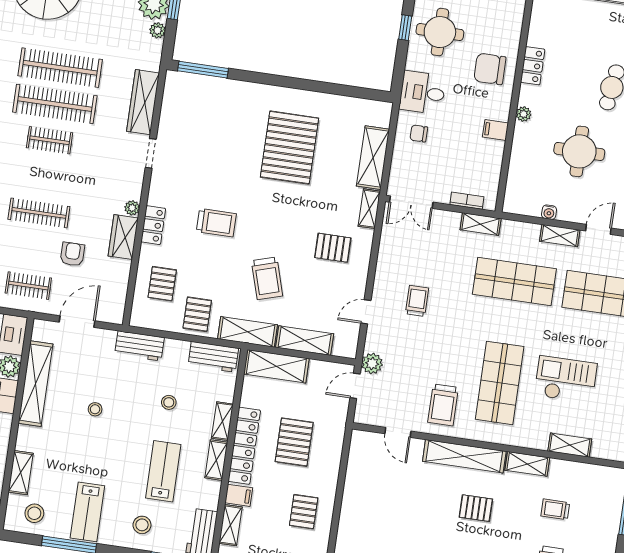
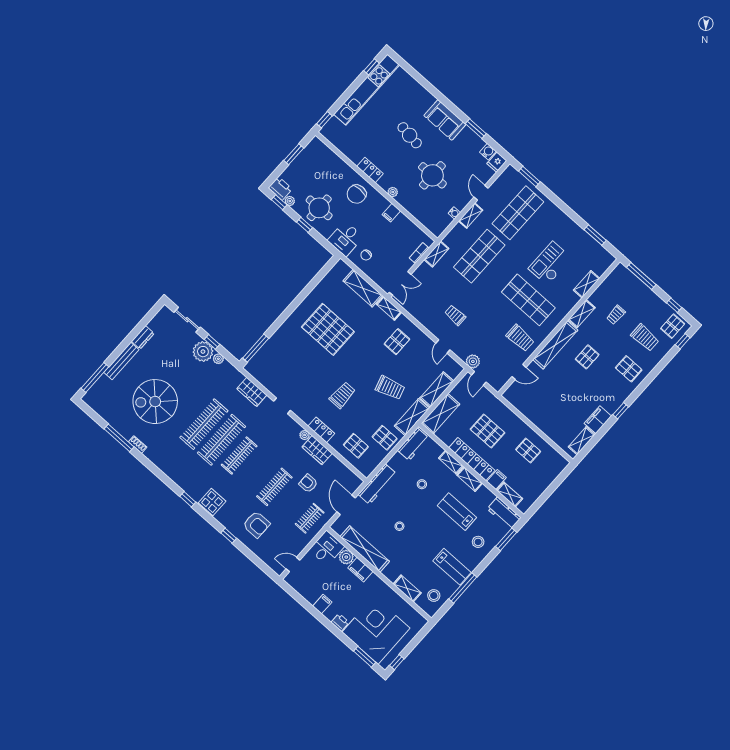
wardrobe: (143, 102) -> (252, 392), width x0.67
clothes rail: (50, 140) -> (239, 455), width x1.36
workbench: (140, 346) -> (377, 484), width x1.38

